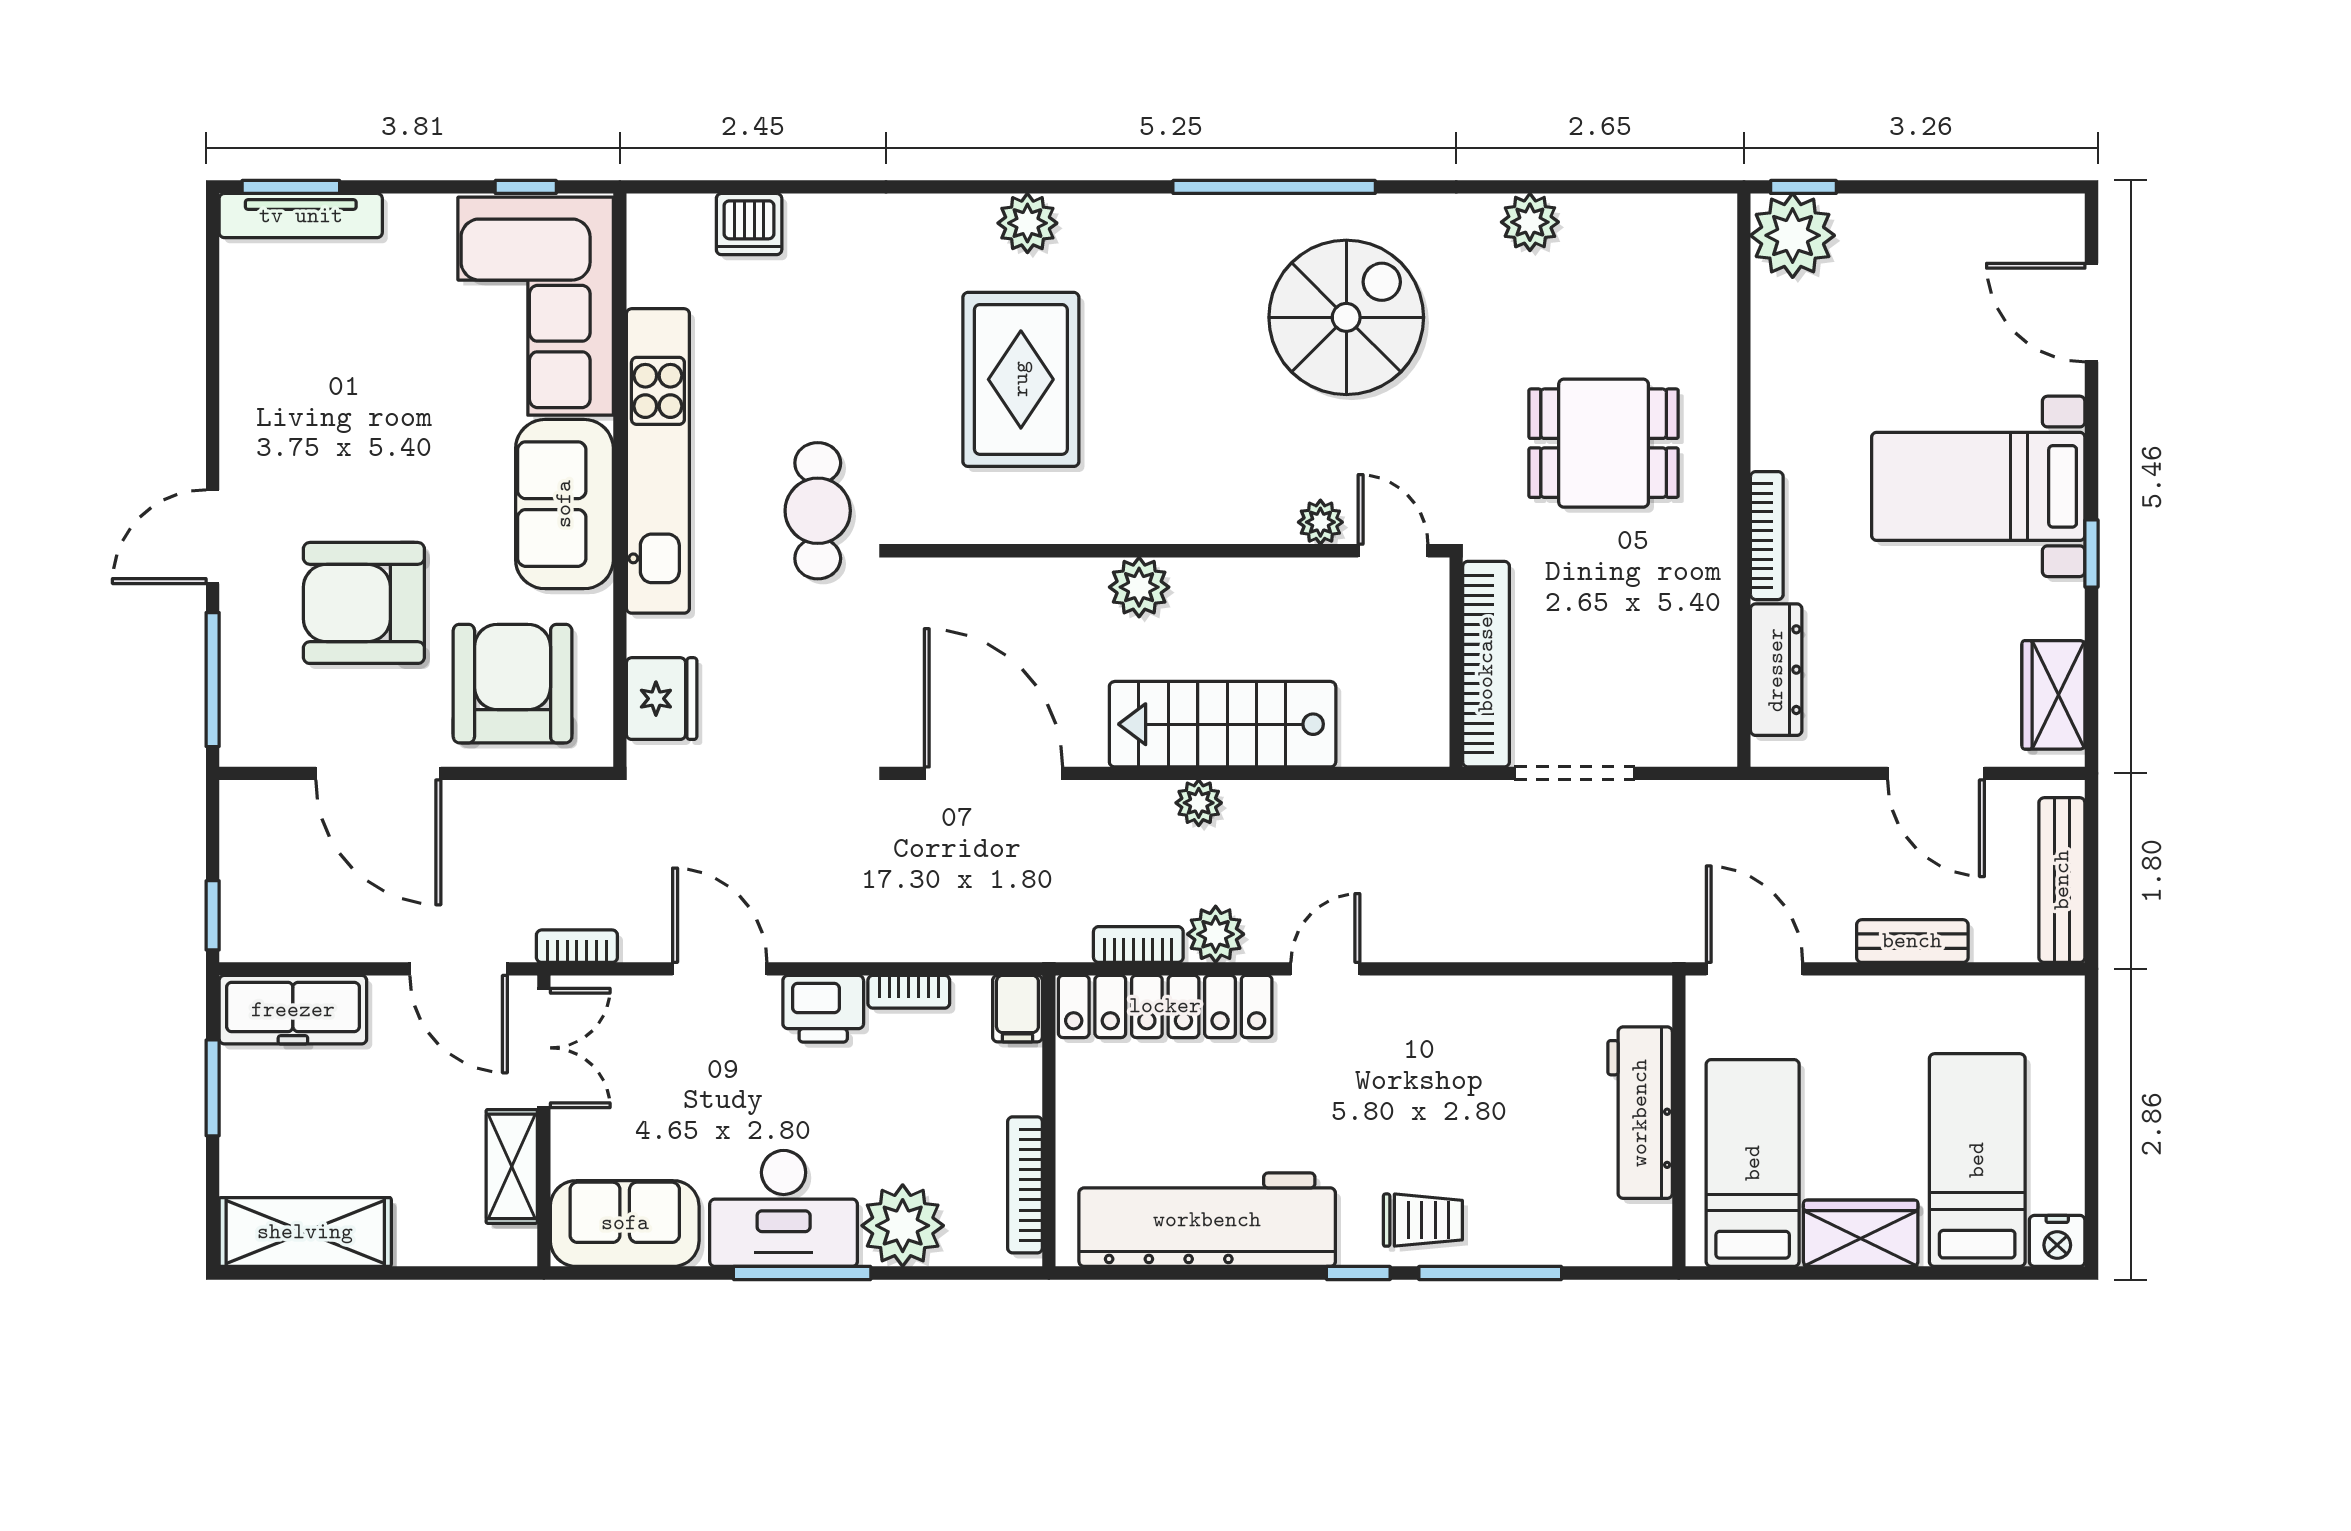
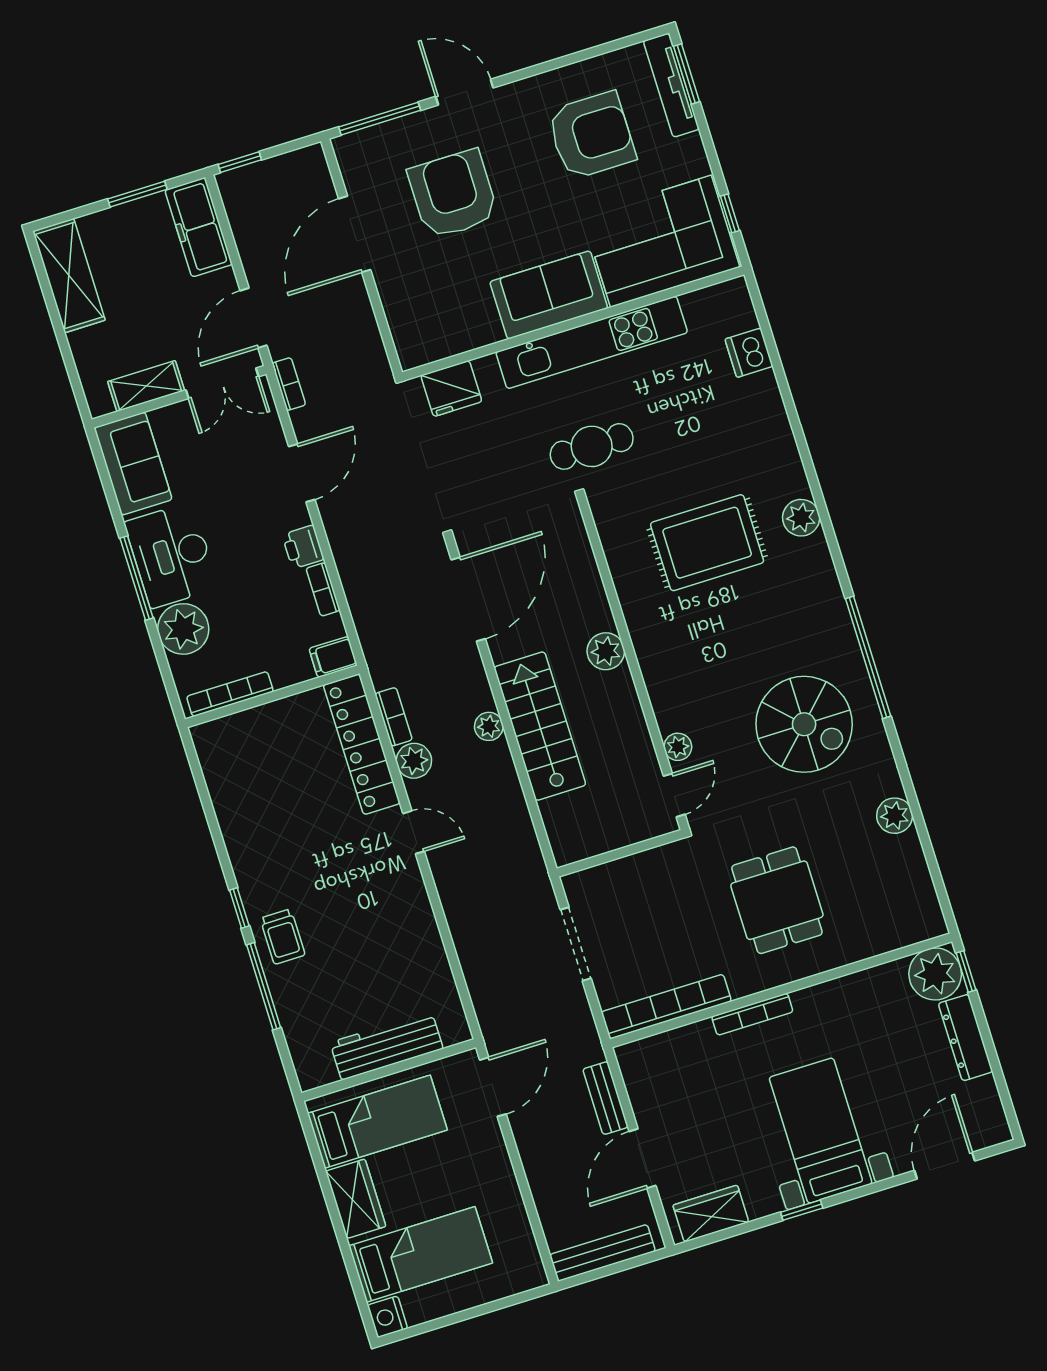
bookcase: (1486, 664) -> (666, 1007), moved, turned 180
dresser: (1776, 670) -> (966, 1038), moved, turned 90
armchair: (513, 684) -> (591, 135), moved
bench: (1912, 941) -> (606, 1098), moved
printer: (823, 1009) -> (303, 547), width x0.73, depth x0.81
workbench: (1207, 1220) -> (243, 809), removed

